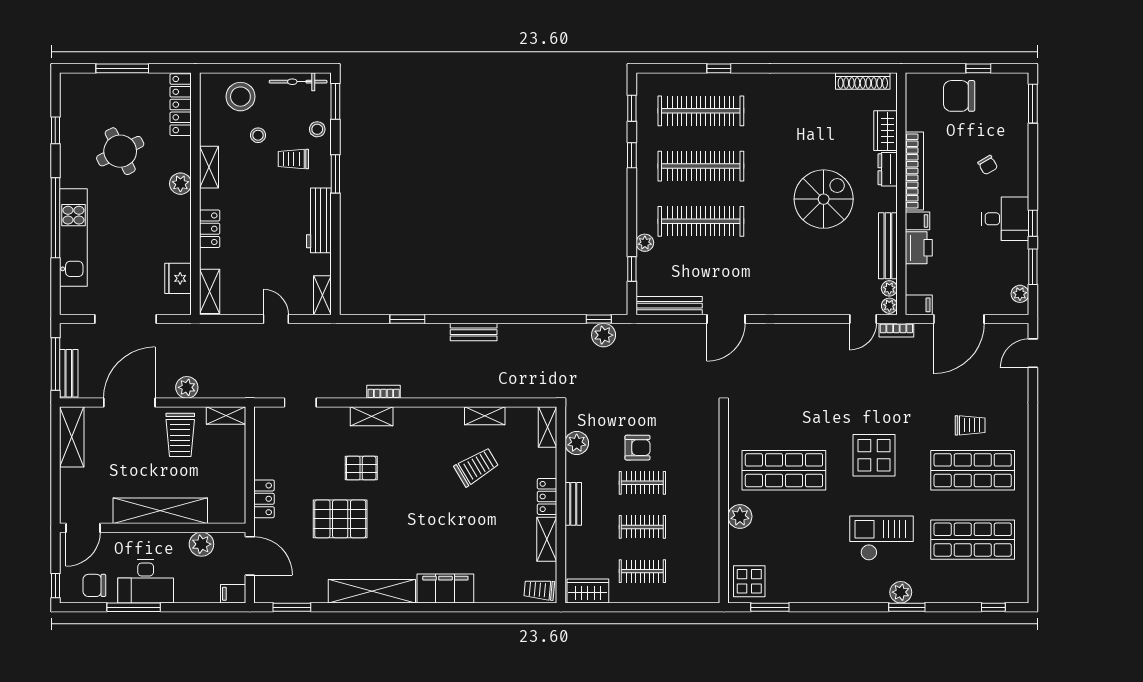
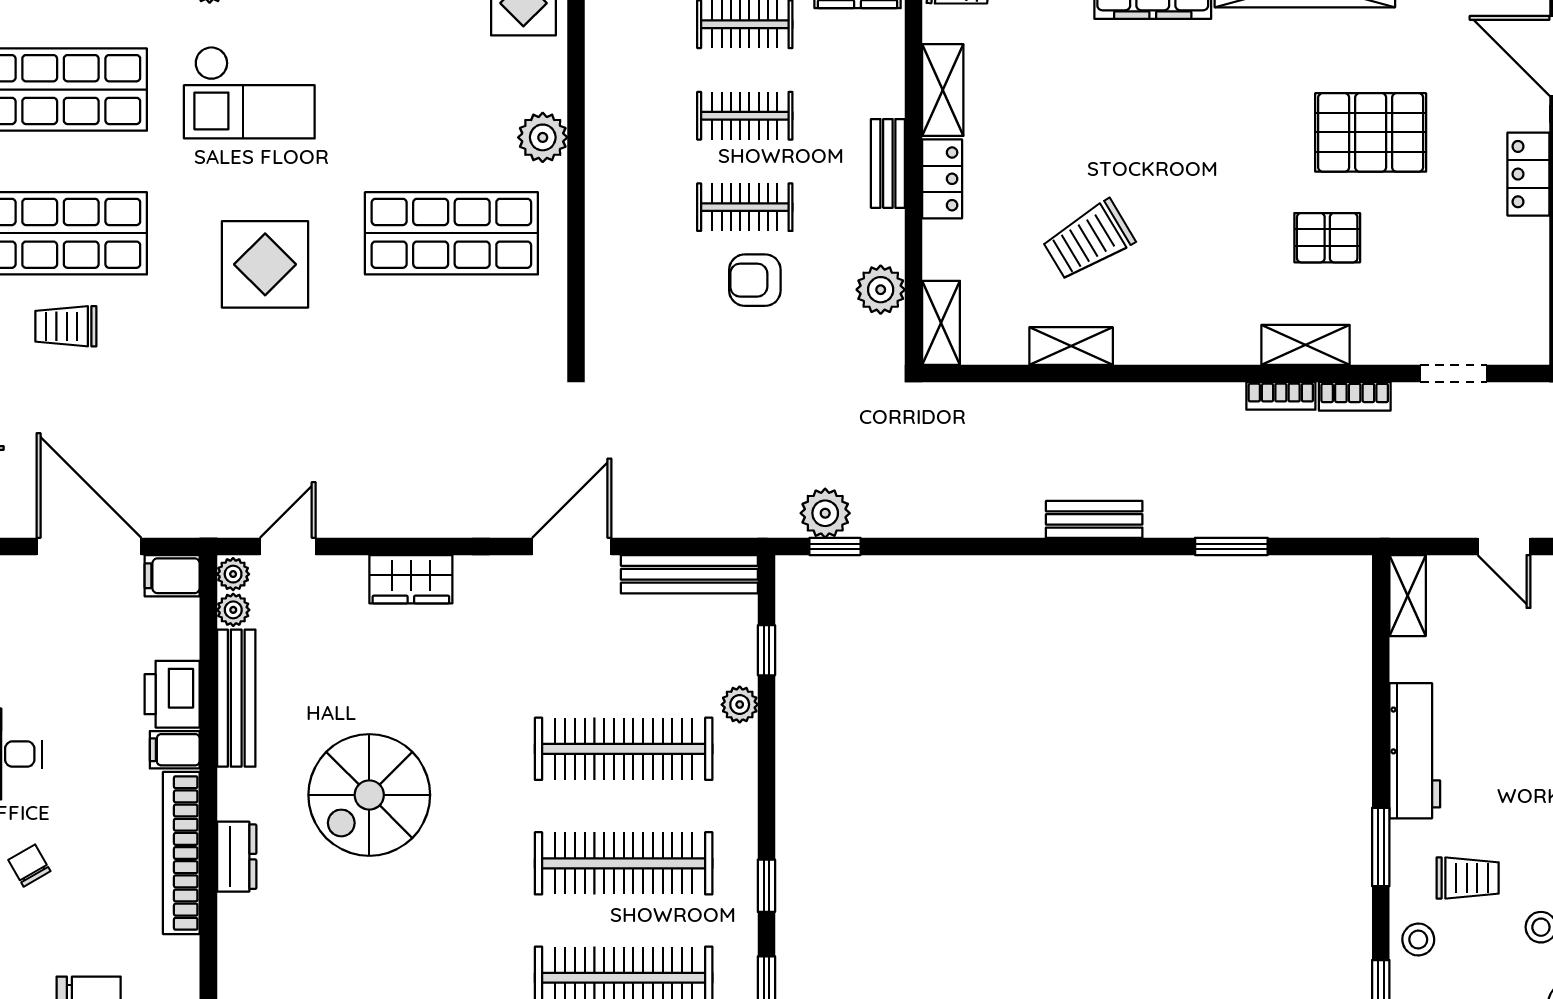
wardrobe: (885, 131) -> (411, 579), moved, turned 90
door: (959, 319) -> (89, 546), hinge flipped
bookcase: (896, 330) -> (1355, 396), moved, turned 180

